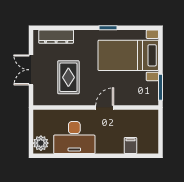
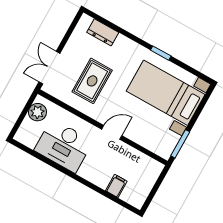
dresser: (56, 37) -> (103, 32), width x0.70
double door: (31, 70) -> (49, 68), moved
plant: (41, 143) -> (37, 112), moved

